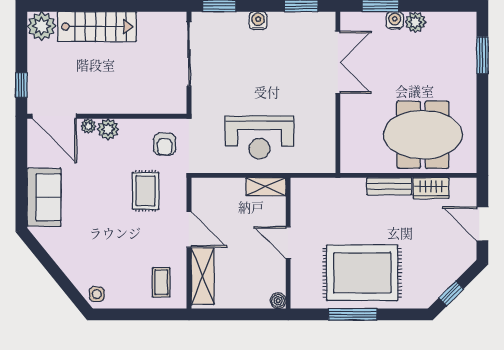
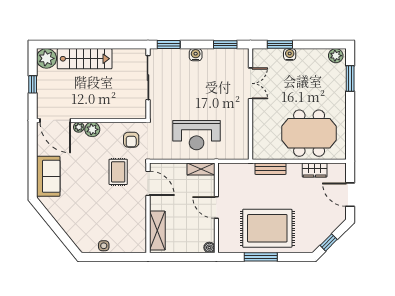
plant: (415, 22) -> (336, 56), moved
double door: (338, 62) -> (251, 83), width x0.73
window: (21, 85) -> (33, 84), moved
bench: (389, 186) -> (271, 169), moved
door: (189, 229) -> (148, 183), moved
coffee table: (161, 282) -> (129, 235), removed
side table: (97, 294) -> (104, 246), moved

